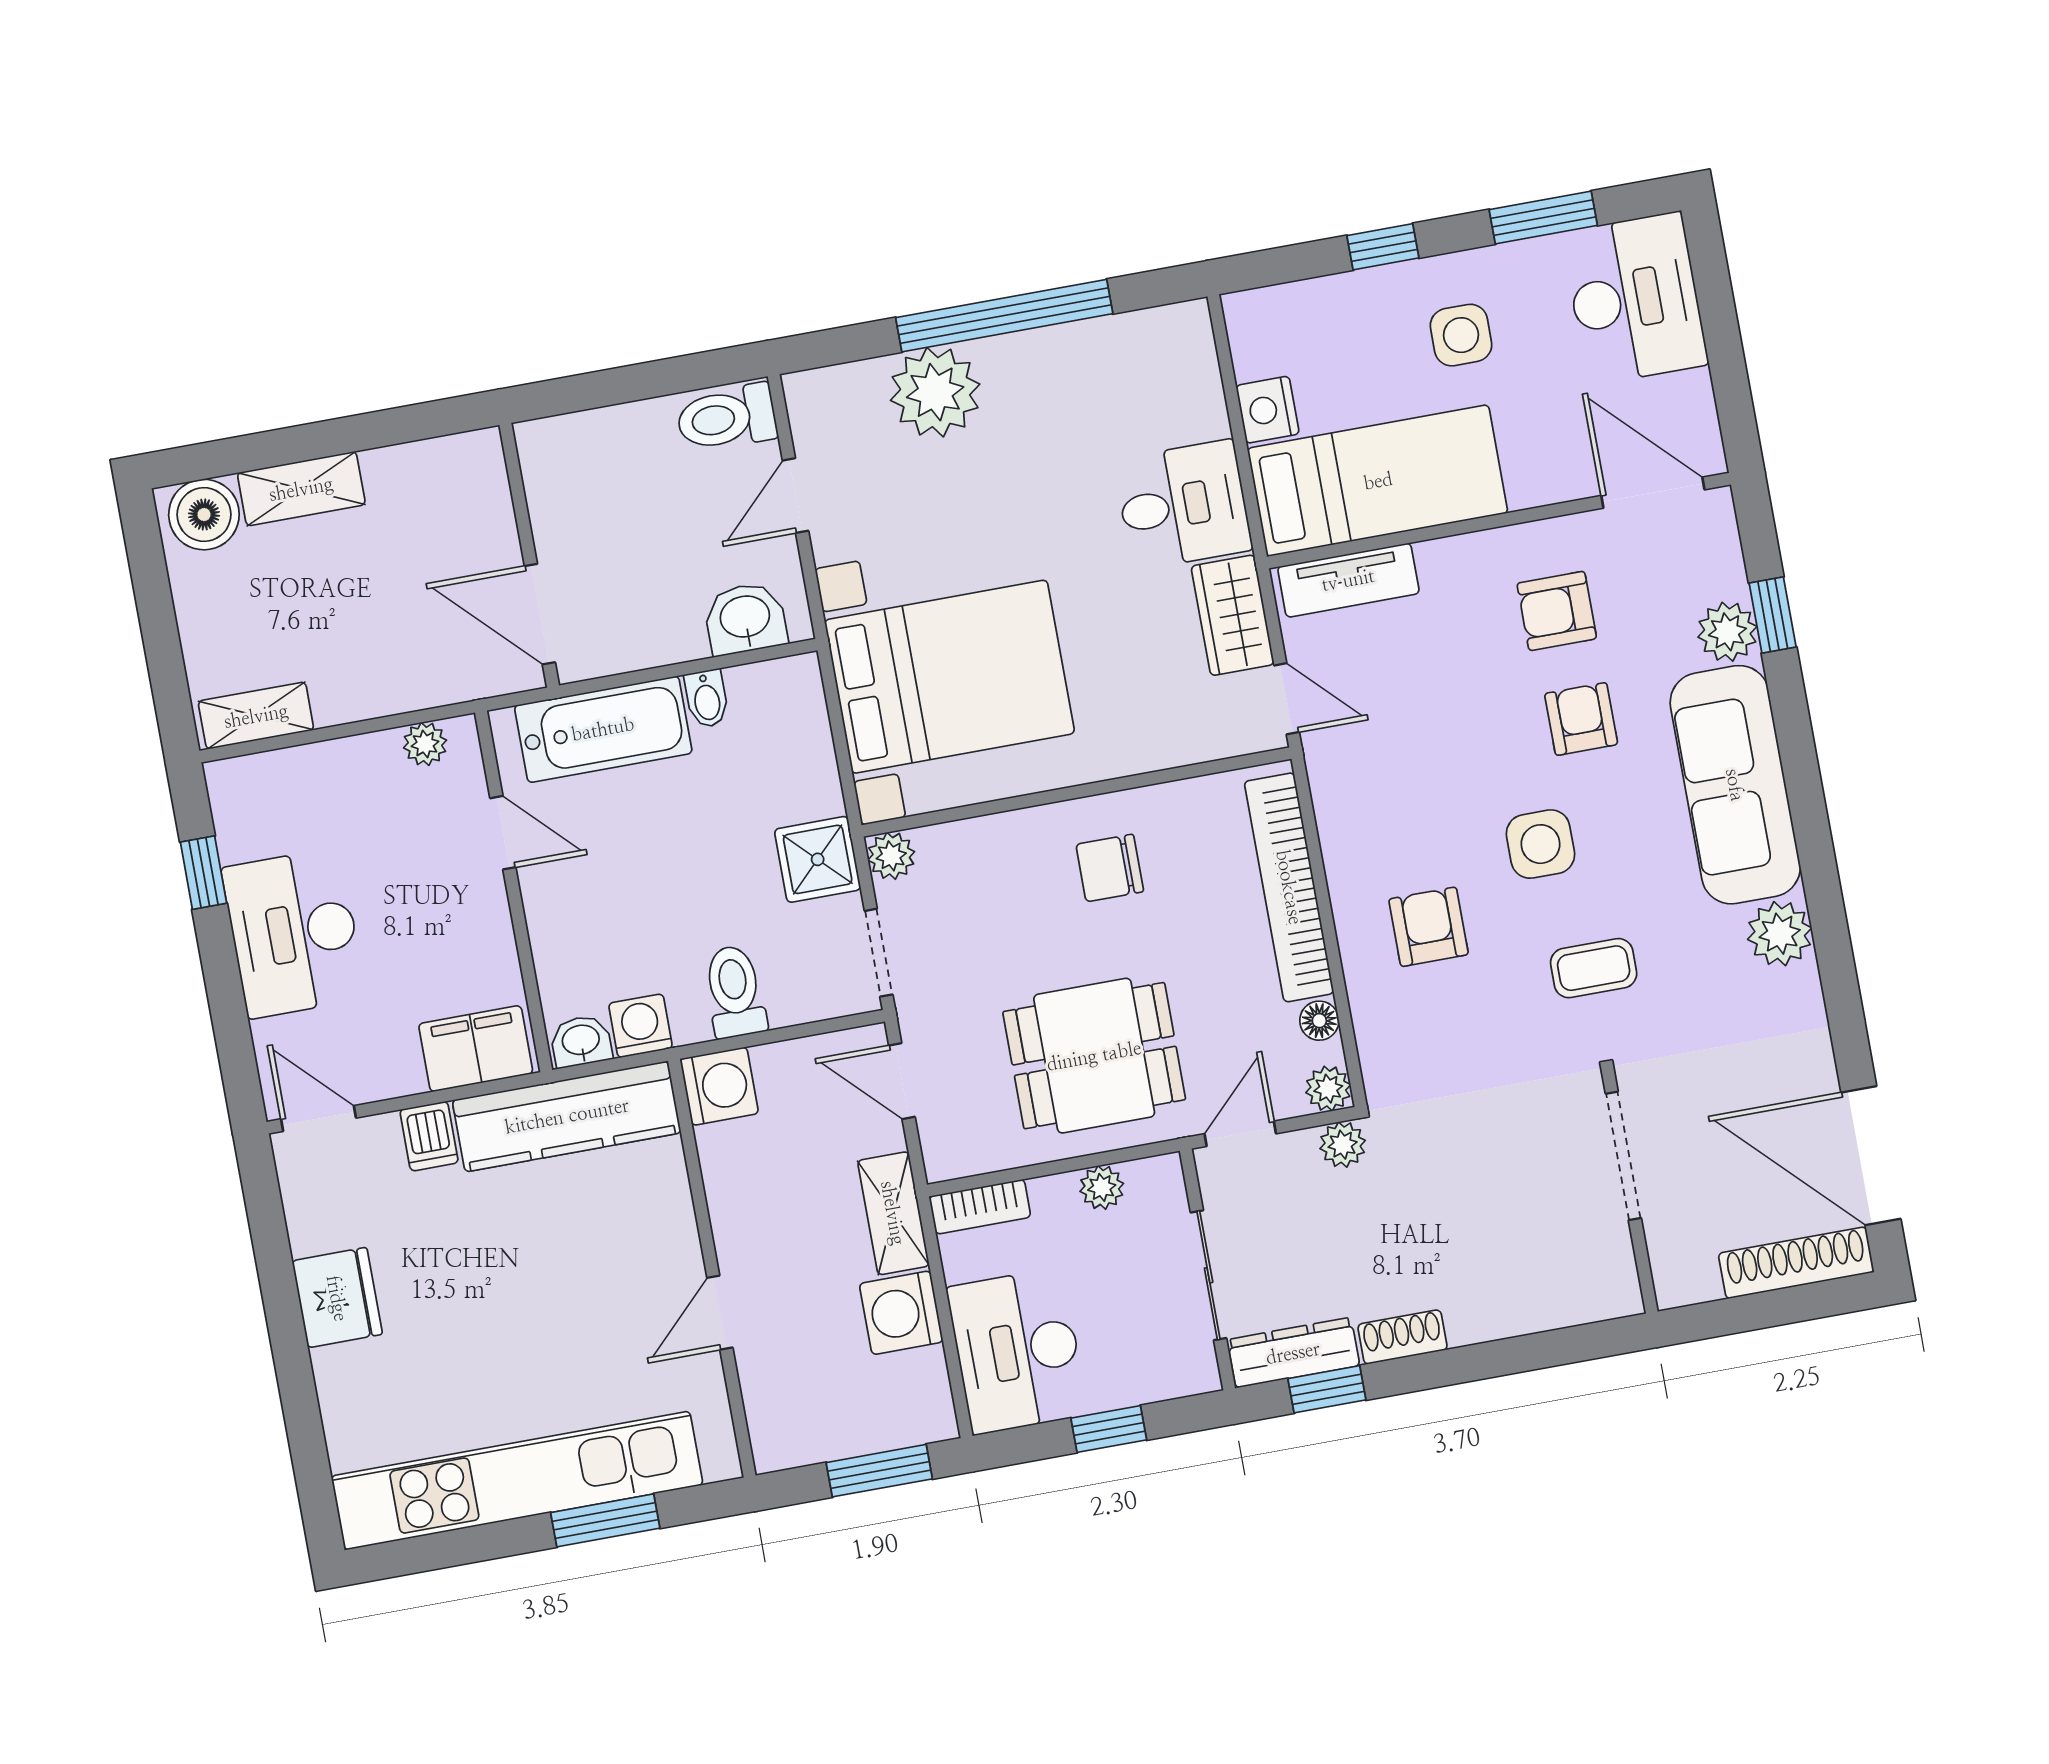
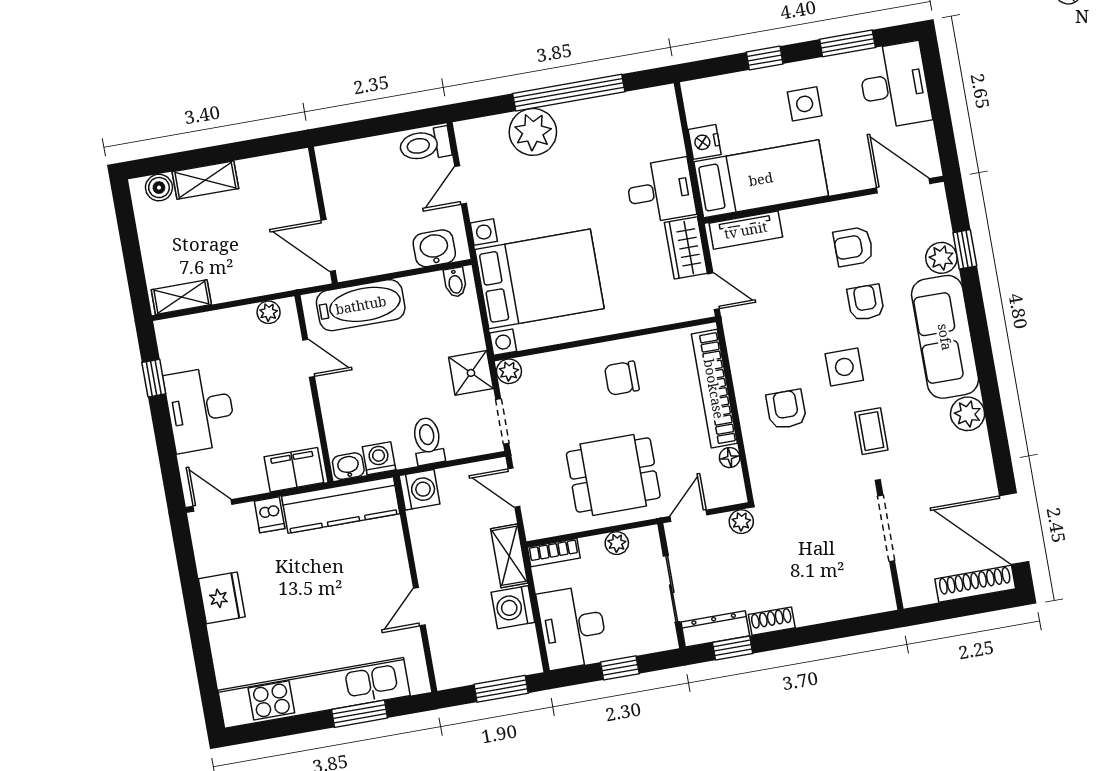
boiler: (204, 515) -> (159, 188), width x0.73, depth x0.73
bidet: (707, 699) -> (455, 282), moved
coffee table: (1594, 968) -> (871, 431), turned 90
plant: (1328, 1089) -> (734, 493), removed

